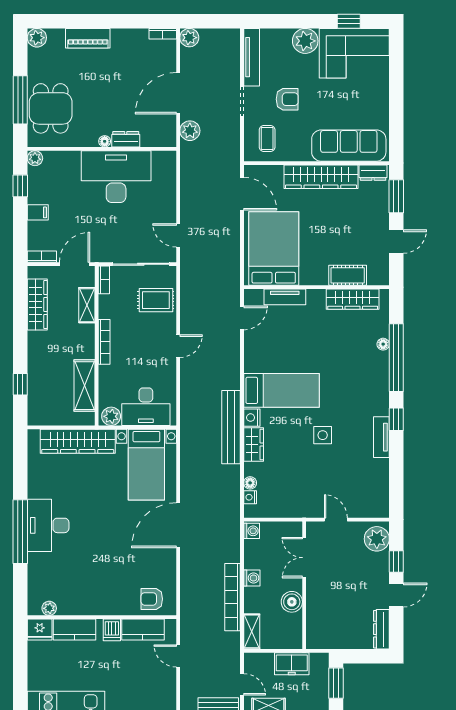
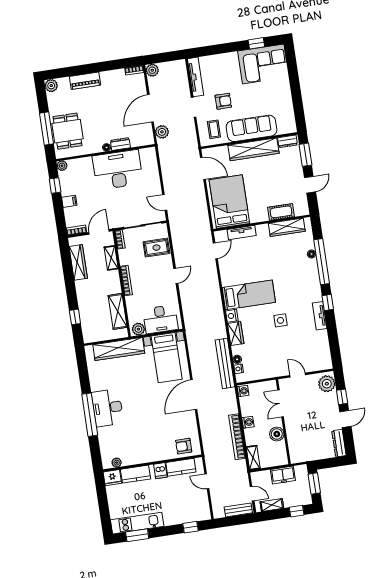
plant: (305, 41) -> (229, 61), removed
sofa: (349, 146) -> (252, 128), moved
bench: (231, 427) -> (225, 363), moved

